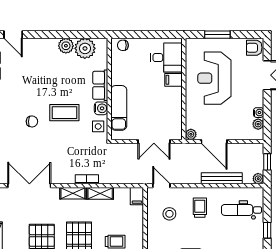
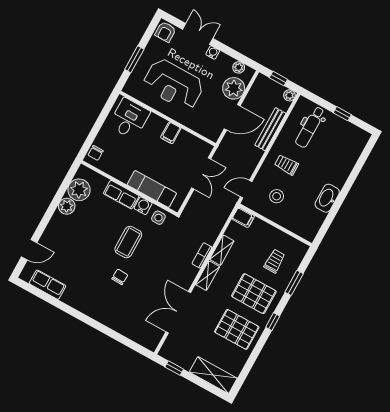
filing cabinet: (173, 80) -> (171, 133), moved
water cooler: (259, 113) -> (213, 52), moved
plant: (191, 134) -> (234, 88), moved, width x1.88, depth x1.88

